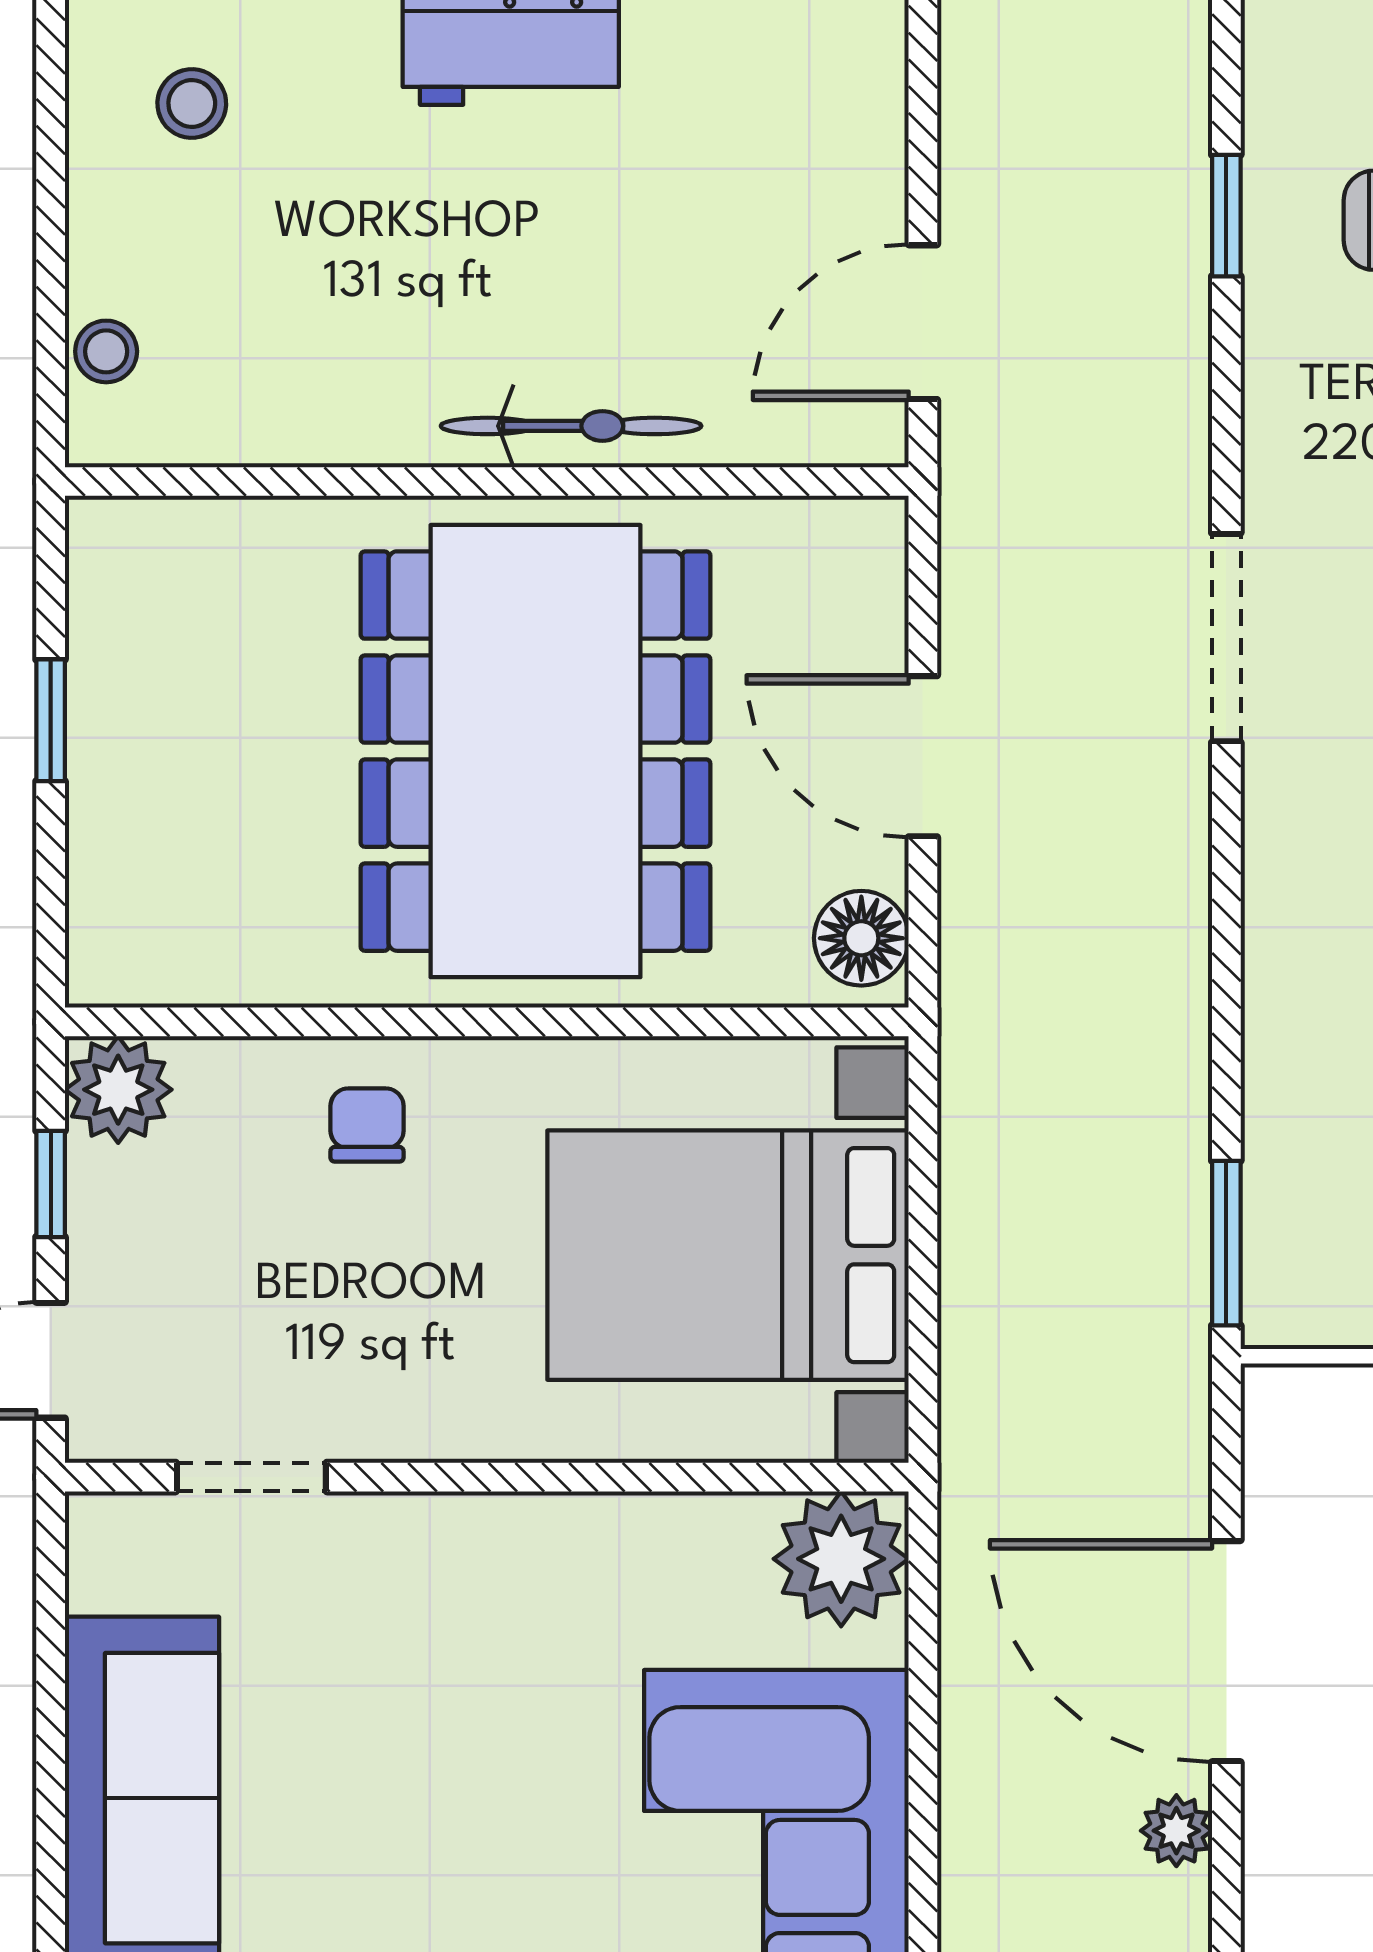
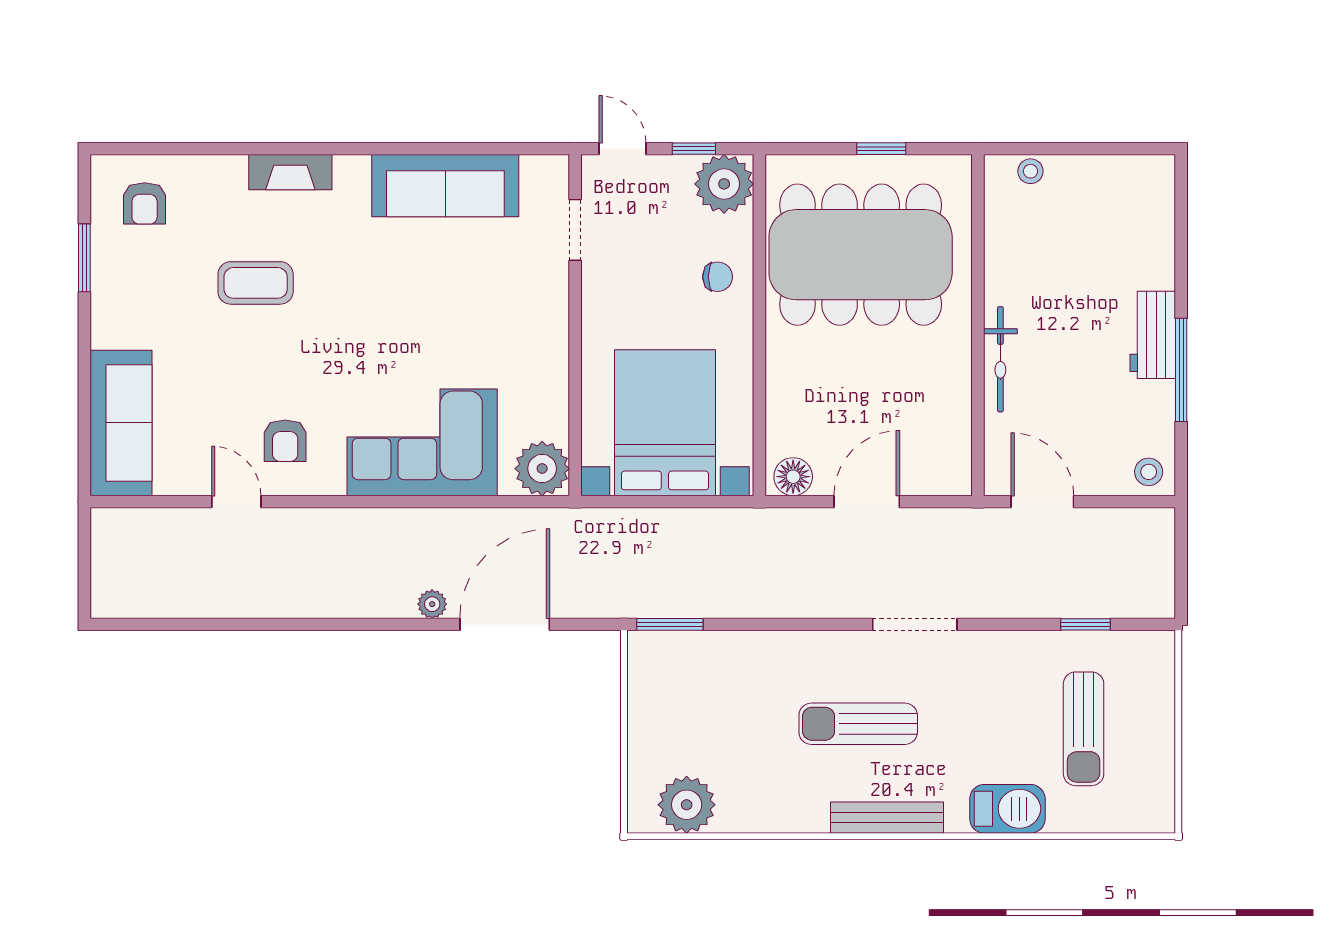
stool: (192, 103) -> (1149, 472), moved
dining table: (536, 751) -> (861, 255), moved
plant: (118, 1090) -> (724, 184), width x1.36, depth x1.36

